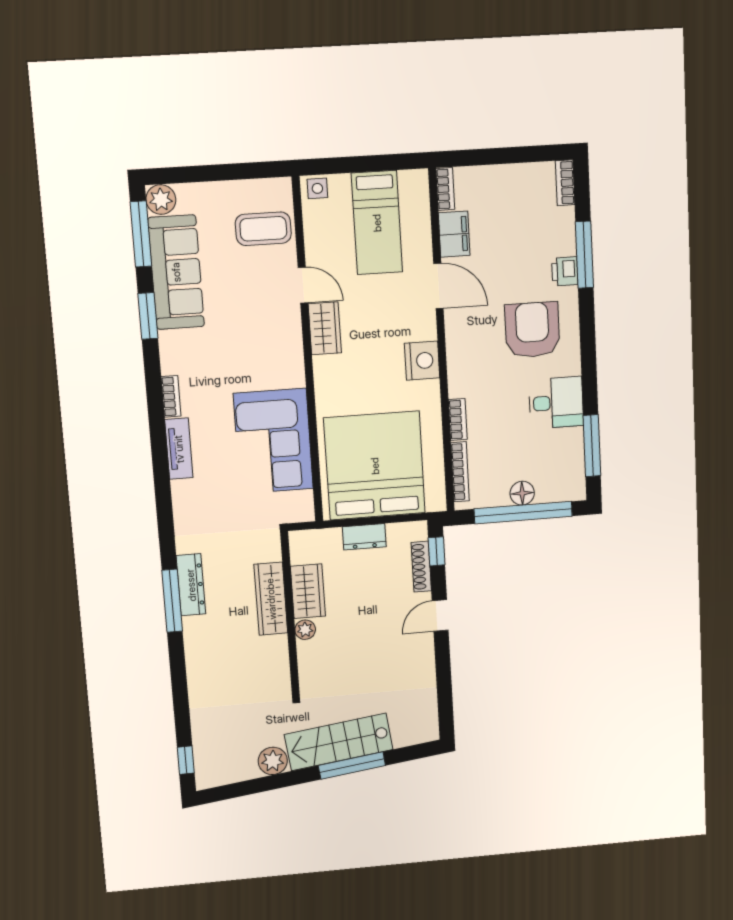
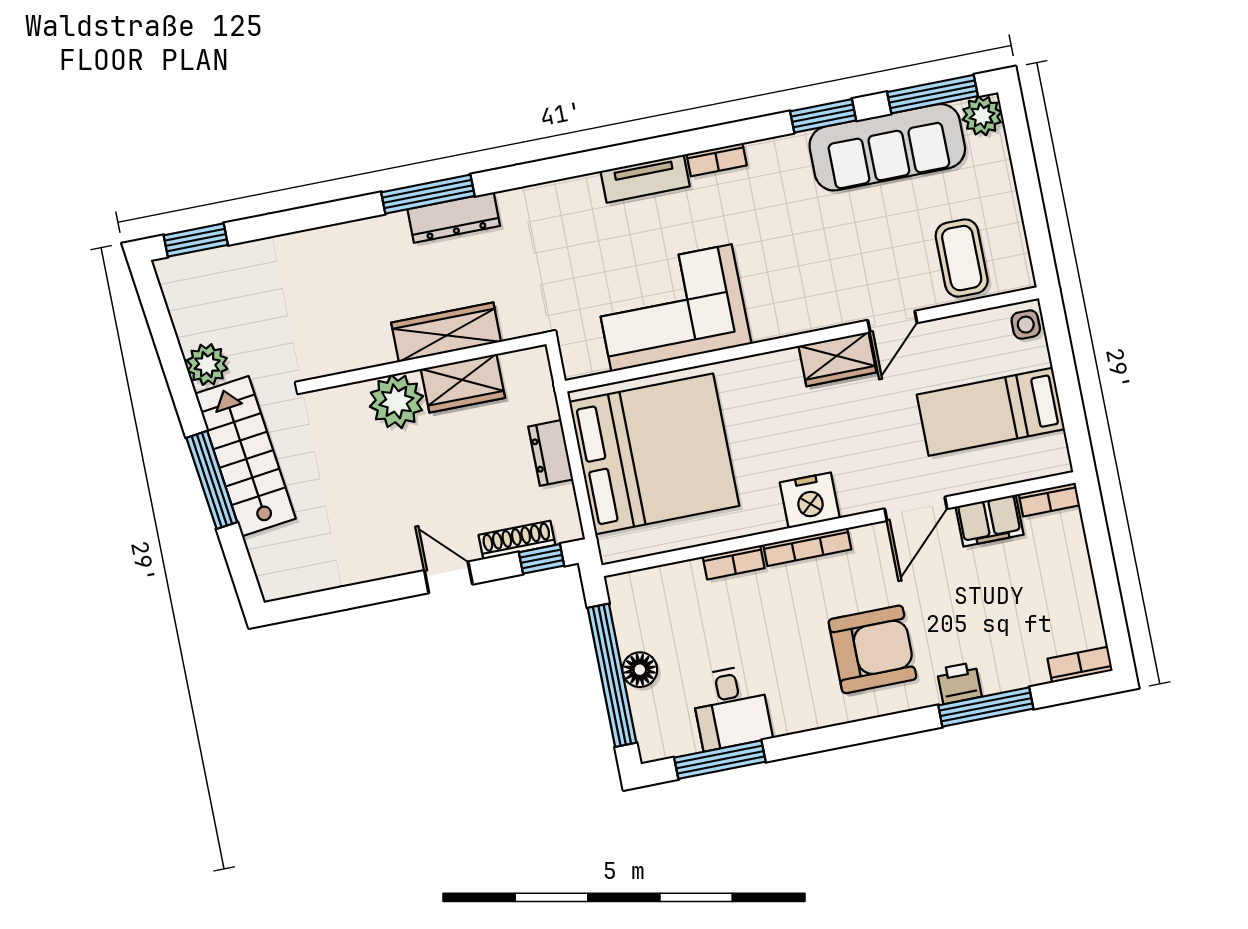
desk: (556, 403) -> (731, 707), moved
bookcase: (460, 472) -> (807, 547), moved
plant: (305, 630) -> (396, 401), width x1.88, depth x1.88
window: (186, 760) -> (196, 240), width x1.50

